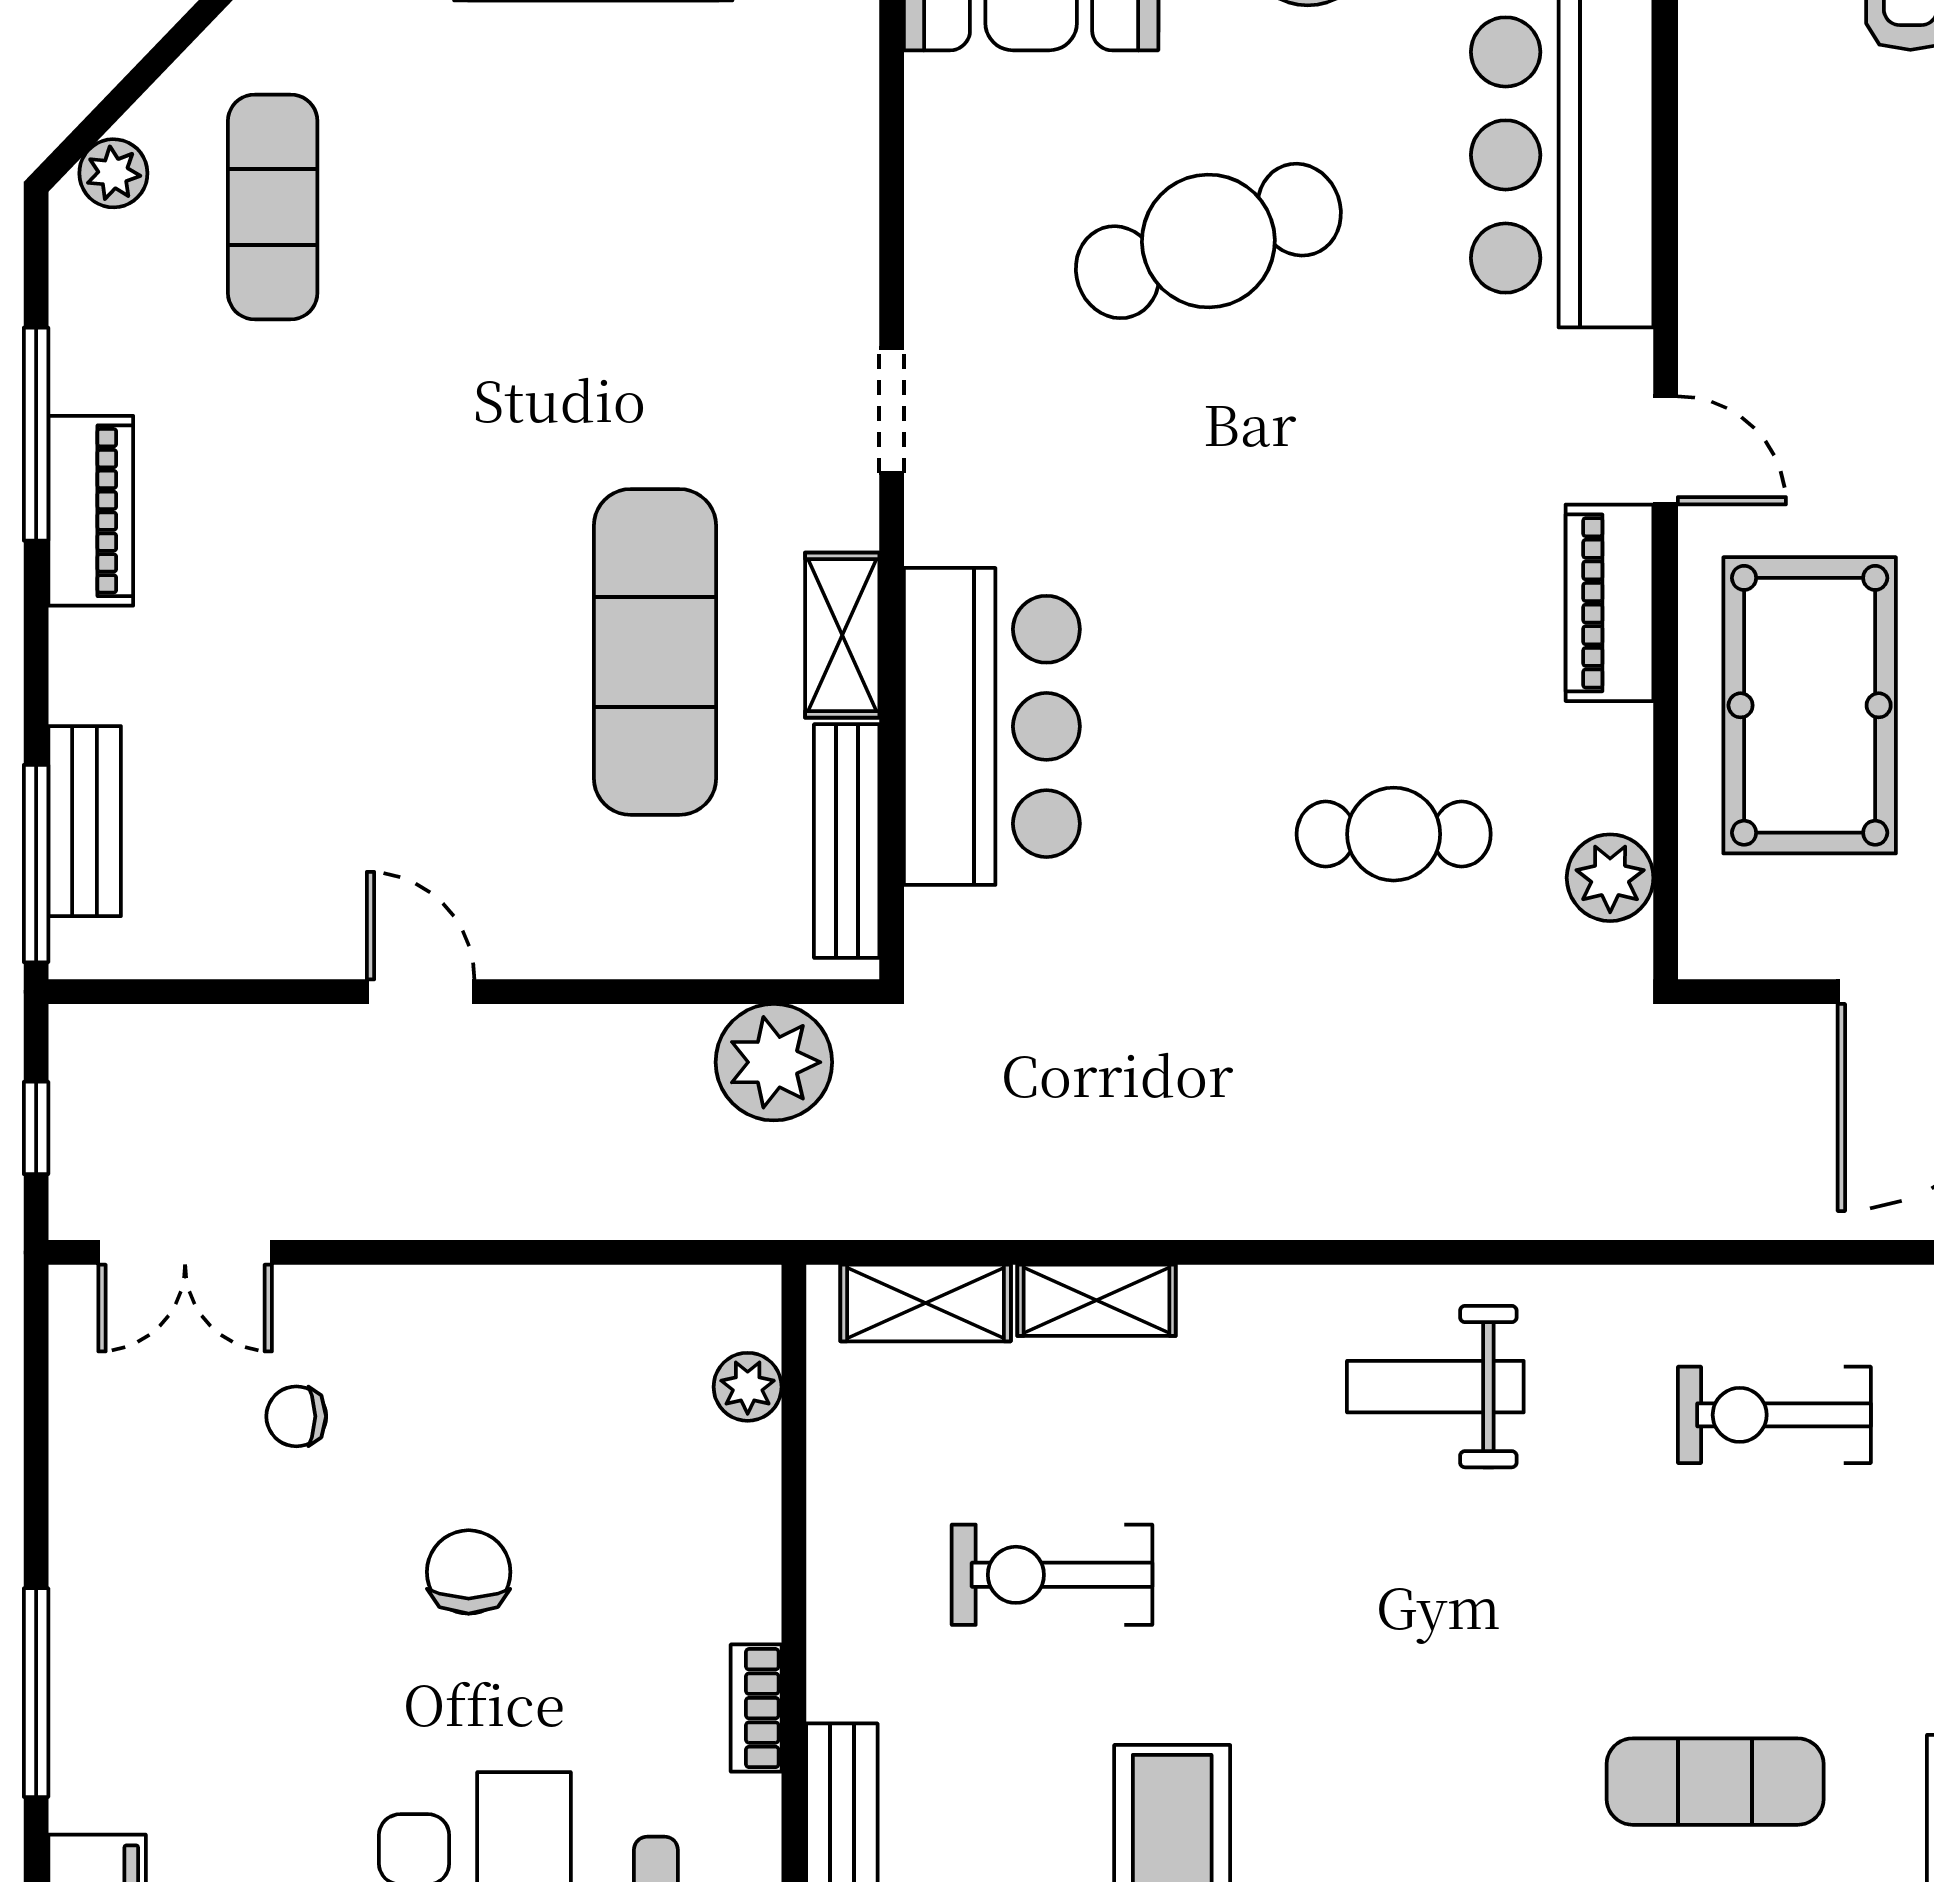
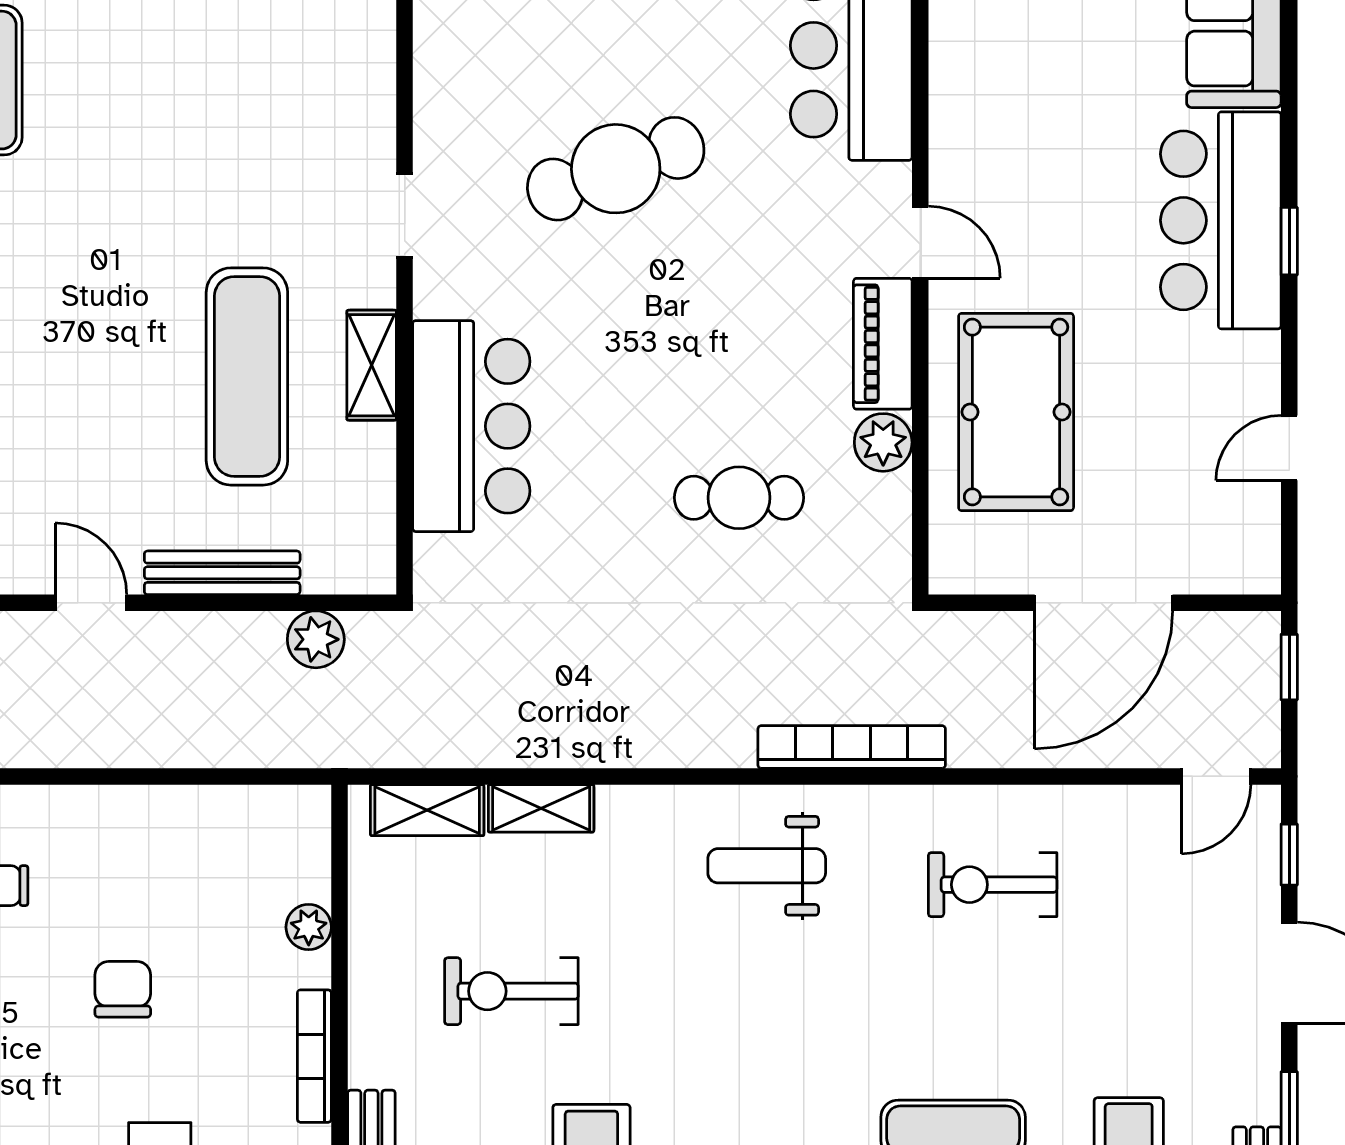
cafe table: (1208, 241) -> (616, 169), moved
bench: (847, 841) -> (222, 573), moved, turned 90
plant: (1610, 878) -> (883, 442), moved
plant: (774, 1062) -> (316, 639), width x0.73, depth x0.73
bookcase: (1563, 1208) -> (852, 747), added
plant: (748, 1387) -> (309, 927), moved
bookcase: (756, 1708) -> (314, 1056), width x1.56

